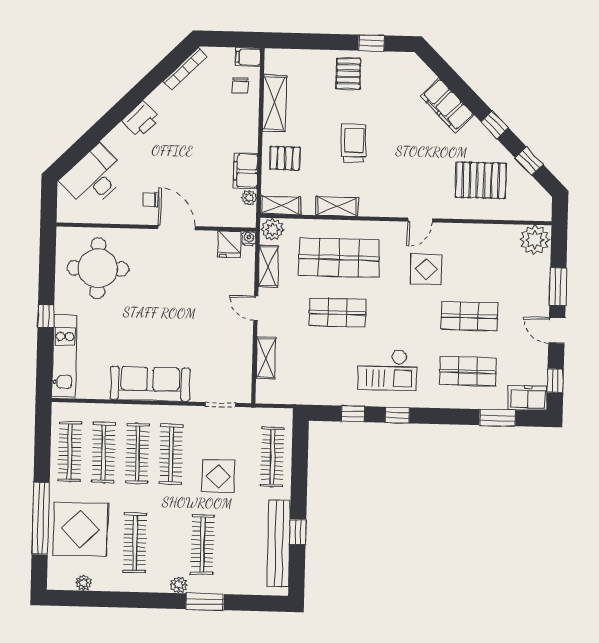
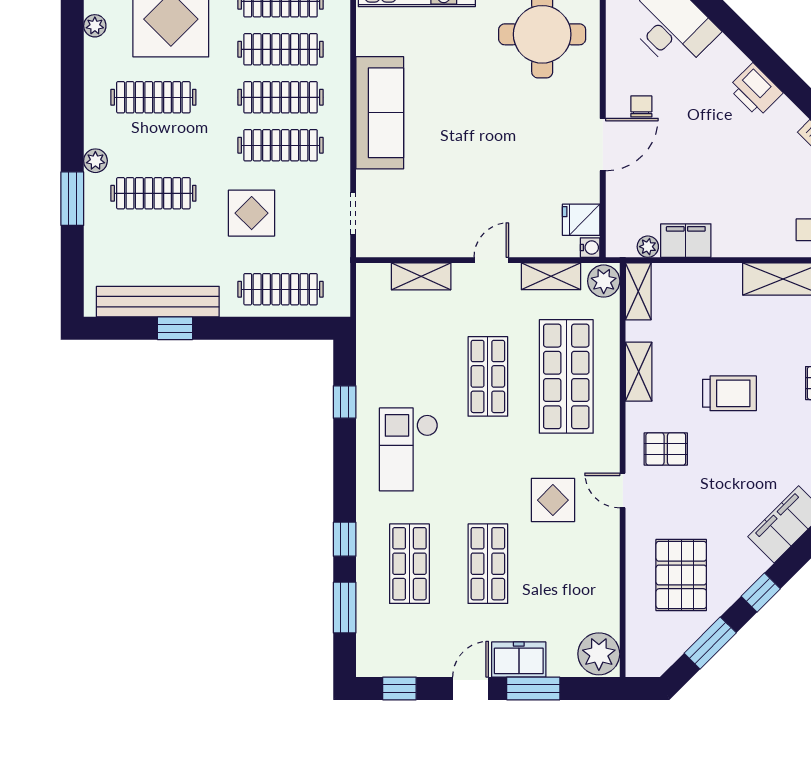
pallet: (285, 158) -> (666, 449), moved, turned 90
window: (529, 161) -> (710, 643), width x1.50
freezer: (528, 398) -> (519, 660), moved, turned -90
window: (397, 415) -> (345, 539), moved

